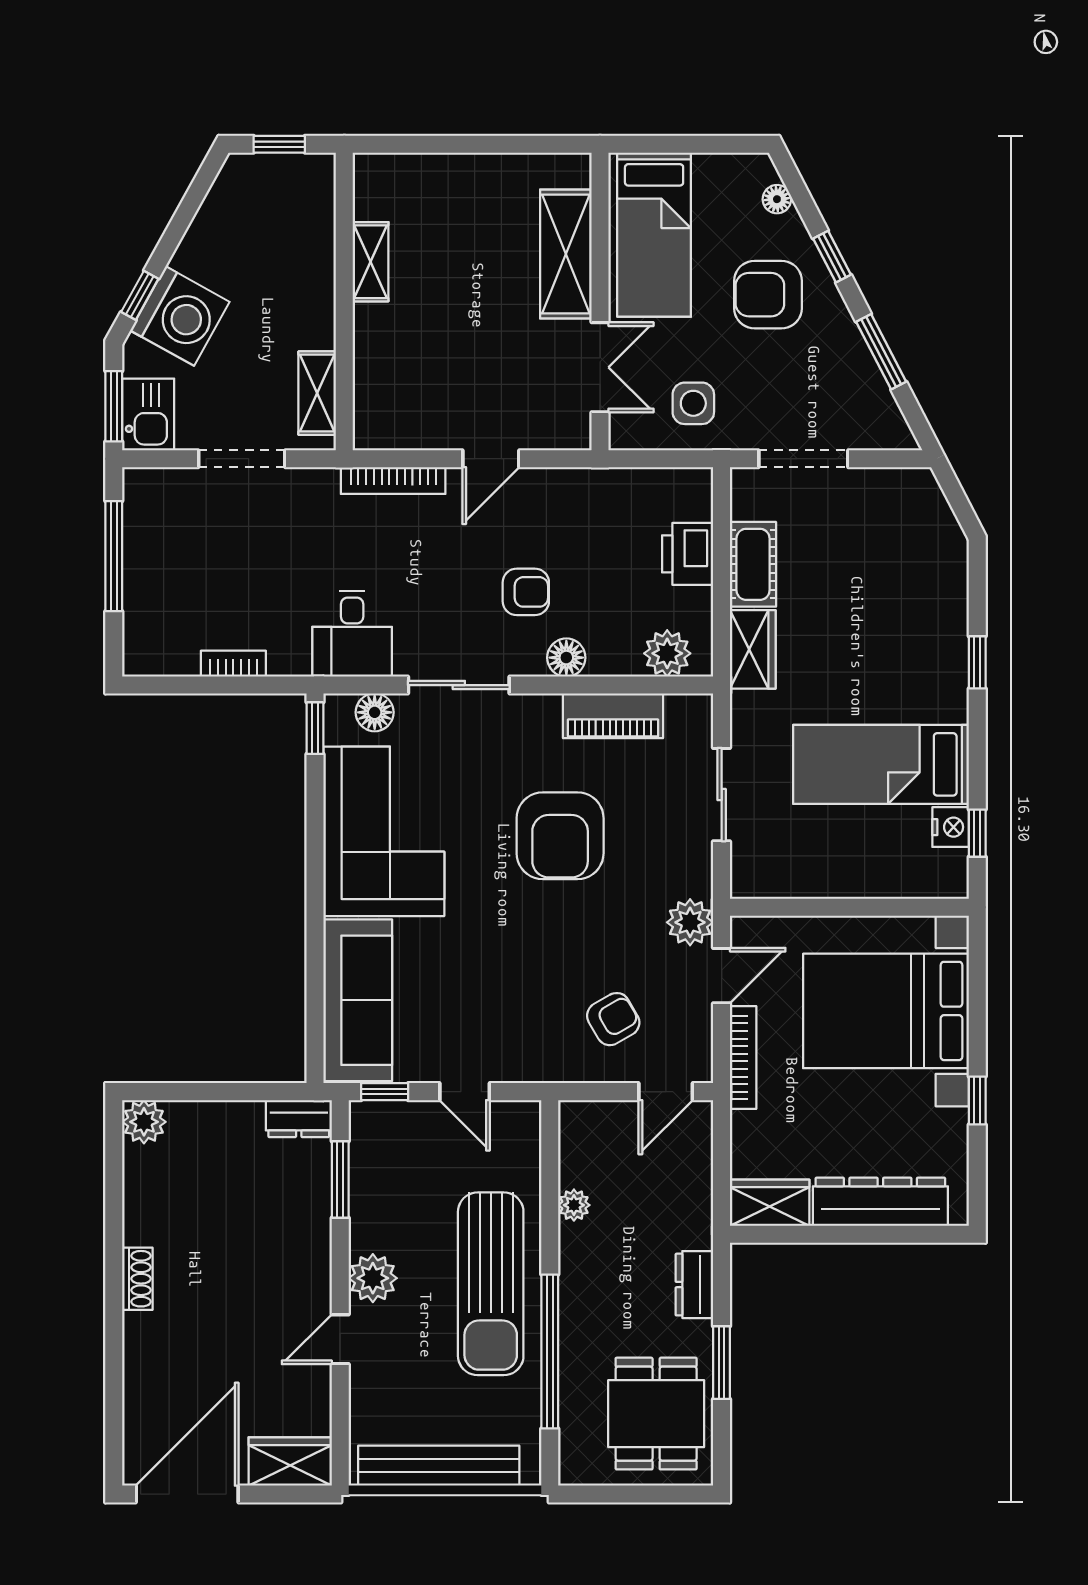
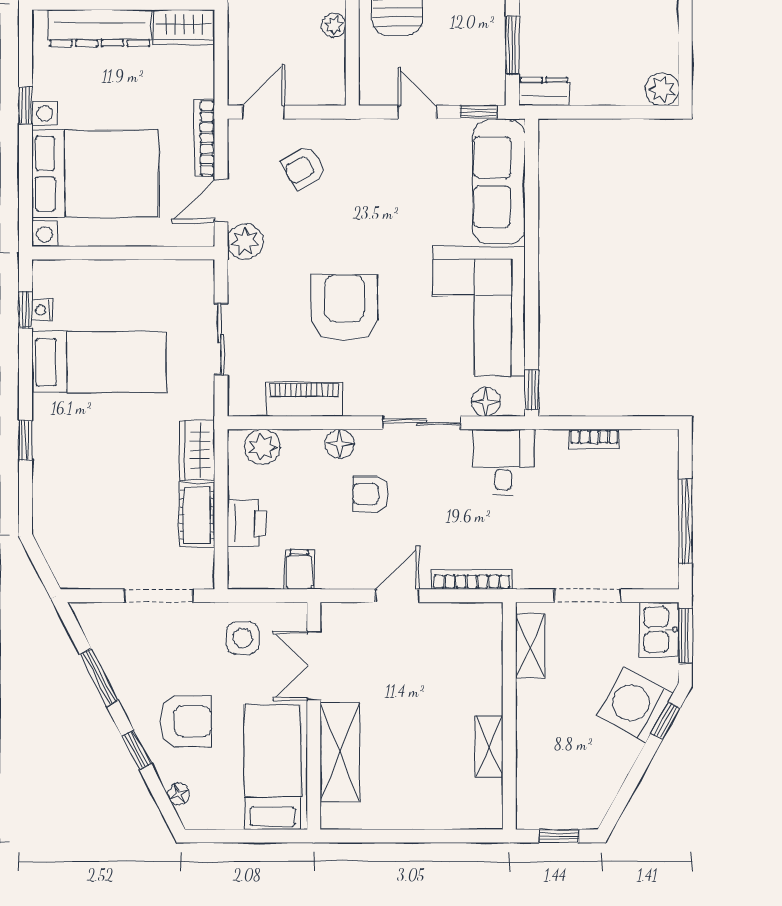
filing cabinet: (619, 493) -> (299, 570), added
nightstand: (951, 827) -> (42, 310), width x0.72, depth x0.74

